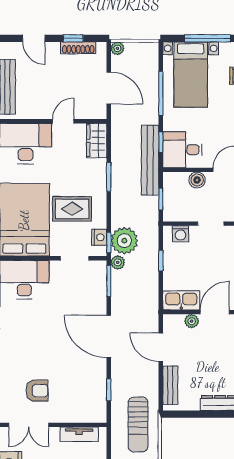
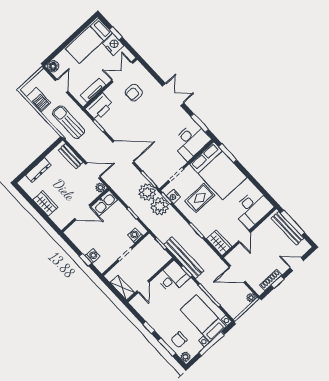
boiler: (197, 180) -> (152, 269), removed
plant: (118, 262) -> (147, 192), width x1.87, depth x1.87
door: (215, 312) -> (82, 213), hinge flipped
plant: (192, 321) -> (100, 188), moved
printer: (89, 410) -> (99, 107), added

